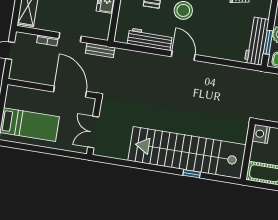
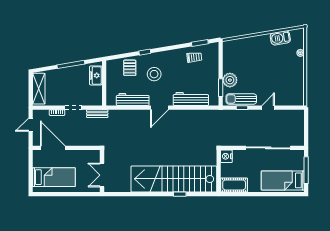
workbench: (257, 41) -> (191, 99), moved, turned 90
door: (183, 56) -> (159, 108), swing flipped
door: (70, 92) -> (53, 148), moved

